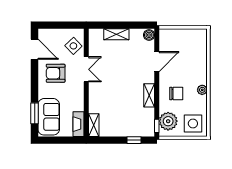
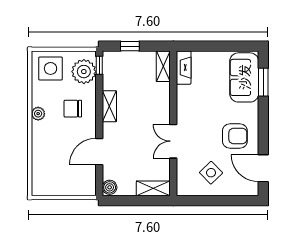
double door: (86, 69) -> (173, 141), moved
wall: (86, 83) -> (173, 123), moved
fireplace: (79, 124) -> (184, 68), moved
shelving: (94, 125) -> (163, 66), moved

